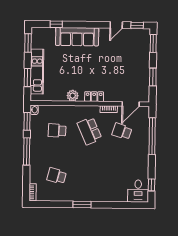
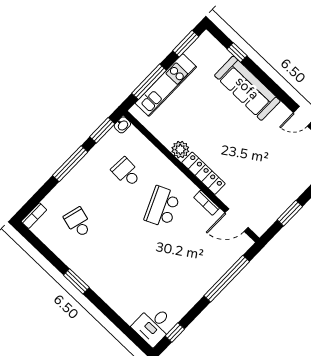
window: (28, 77) -> (149, 82), width x1.44
locker: (94, 97) -> (203, 173), width x1.53
school desk: (122, 131) -> (198, 241), removed

